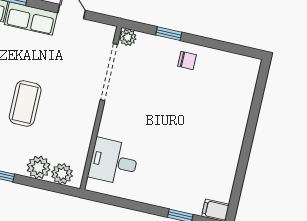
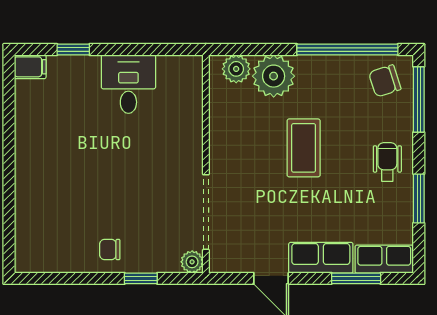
desk: (114, 162) -> (128, 84), moved, turned -90
plant: (39, 167) -> (274, 76), width x1.36, depth x1.36

